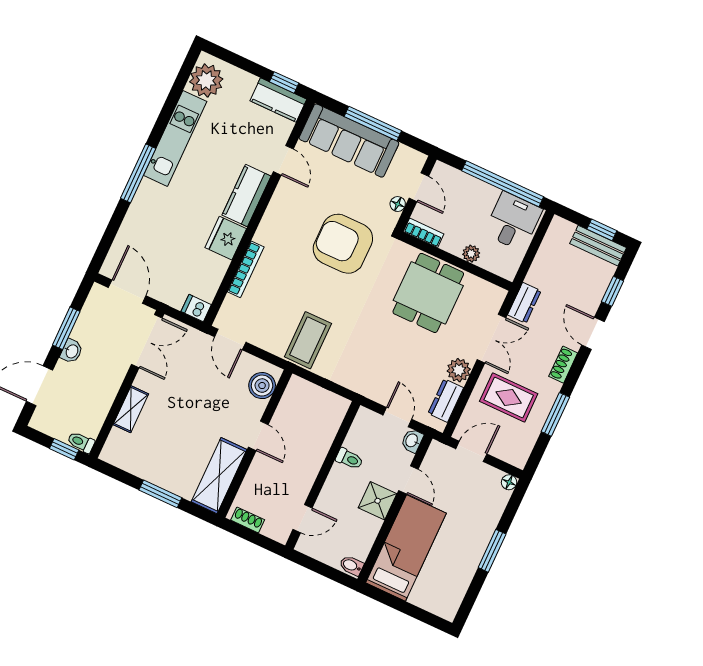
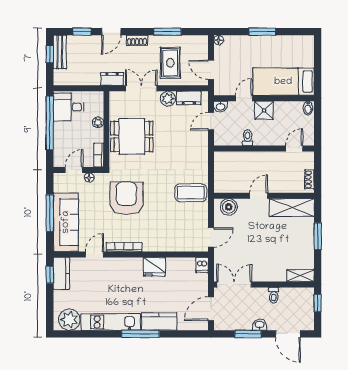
kitchen counter: (246, 196) -> (159, 321), moved, turned 180
armchair: (343, 244) -> (126, 198), turned 180
bookcase: (246, 269) -> (124, 247), moved
shelving: (131, 409) -> (301, 276), moved
toilet: (81, 442) -> (274, 295), moved
door: (303, 519) -> (294, 148), hinge flipped

